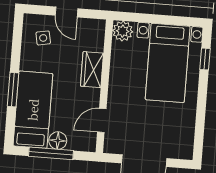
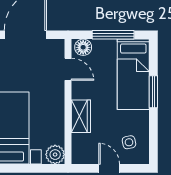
door: (102, 120) -> (68, 69), hinge flipped
floor lamp: (58, 141) -> (83, 47), moved

